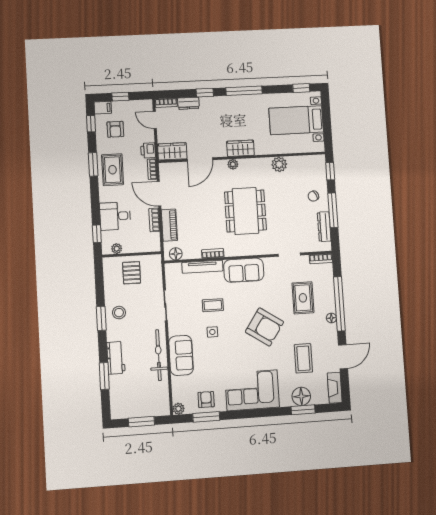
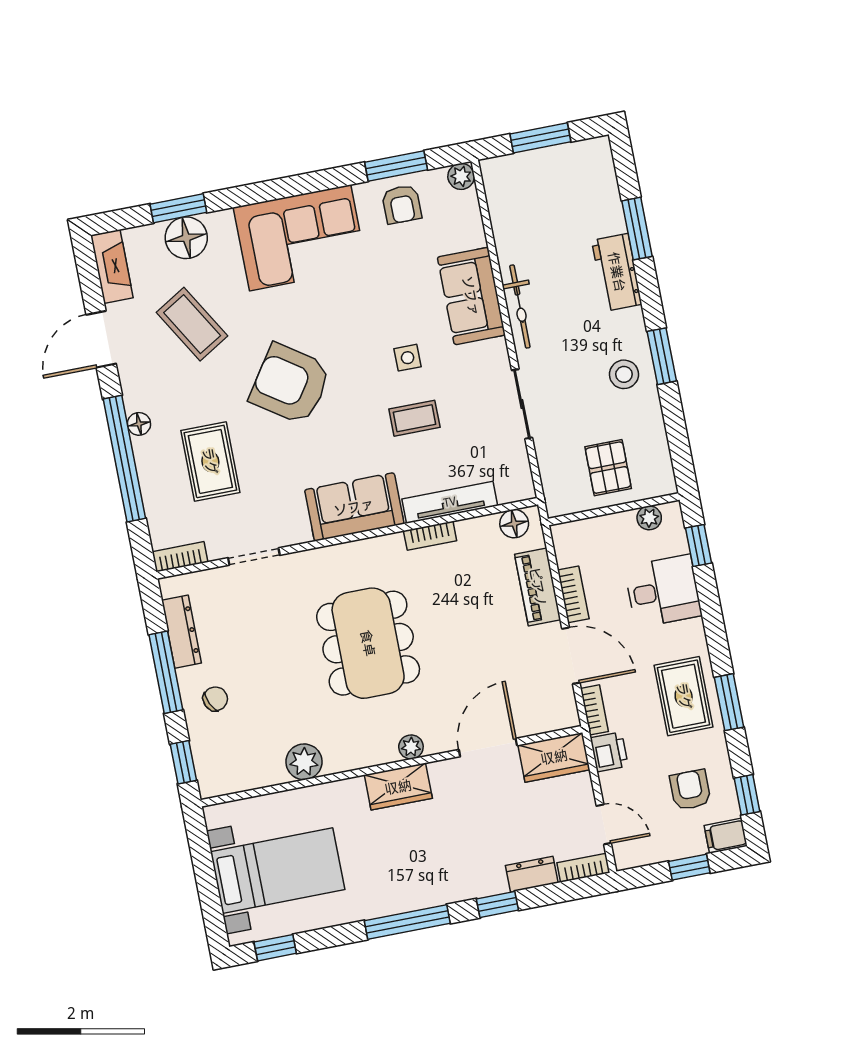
bicycle: (158, 355) -> (520, 307), width x0.73, depth x0.71
coffee table: (303, 358) -> (192, 324), turned -31

